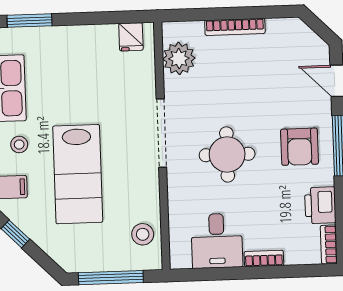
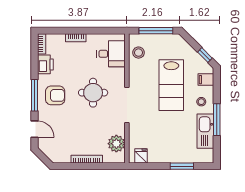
window: (29, 21) -> (182, 166), moved
armchair: (300, 147) -> (55, 95), turned 90
lab bench: (78, 174) -> (171, 85), turned 180
desk: (217, 241) -> (111, 54), moved, turned 90

